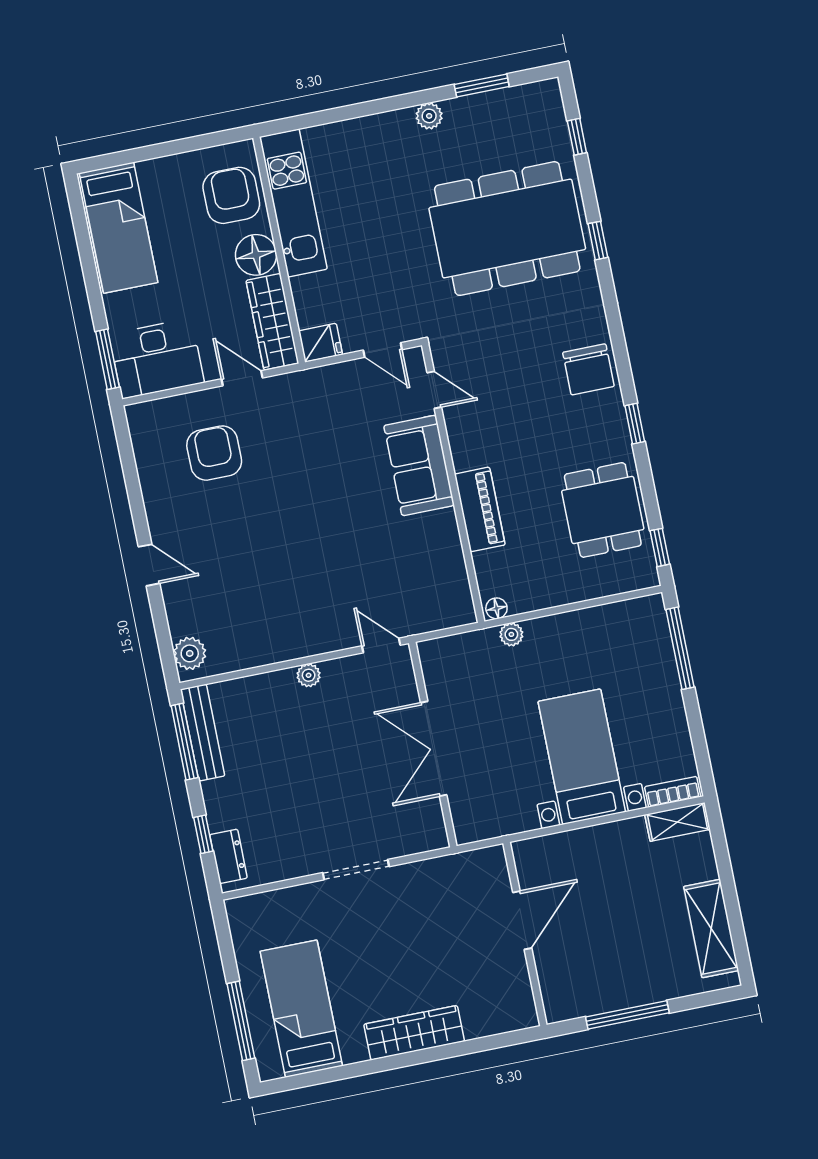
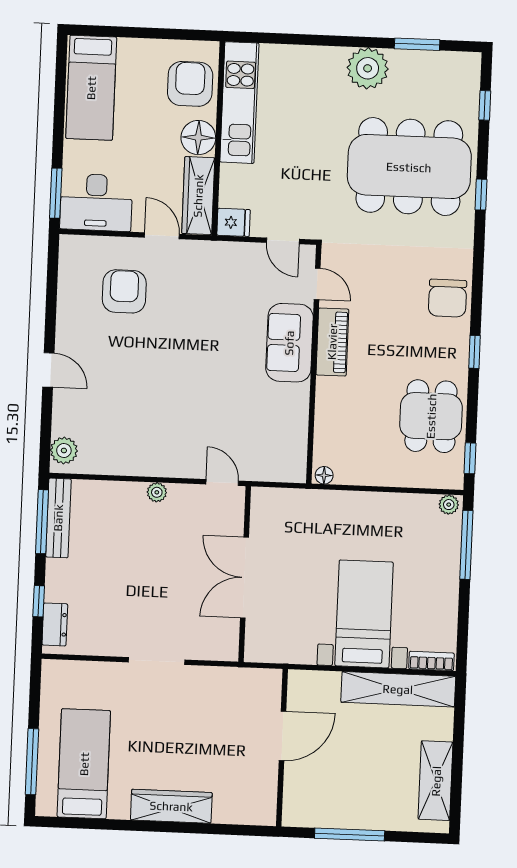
plant: (429, 116) -> (368, 68), width x1.88, depth x1.88
piano: (480, 509) -> (332, 342), moved
plant: (511, 634) -> (449, 505), moved
shelving: (678, 822) -> (398, 689), width x2.20, depth x1.33

